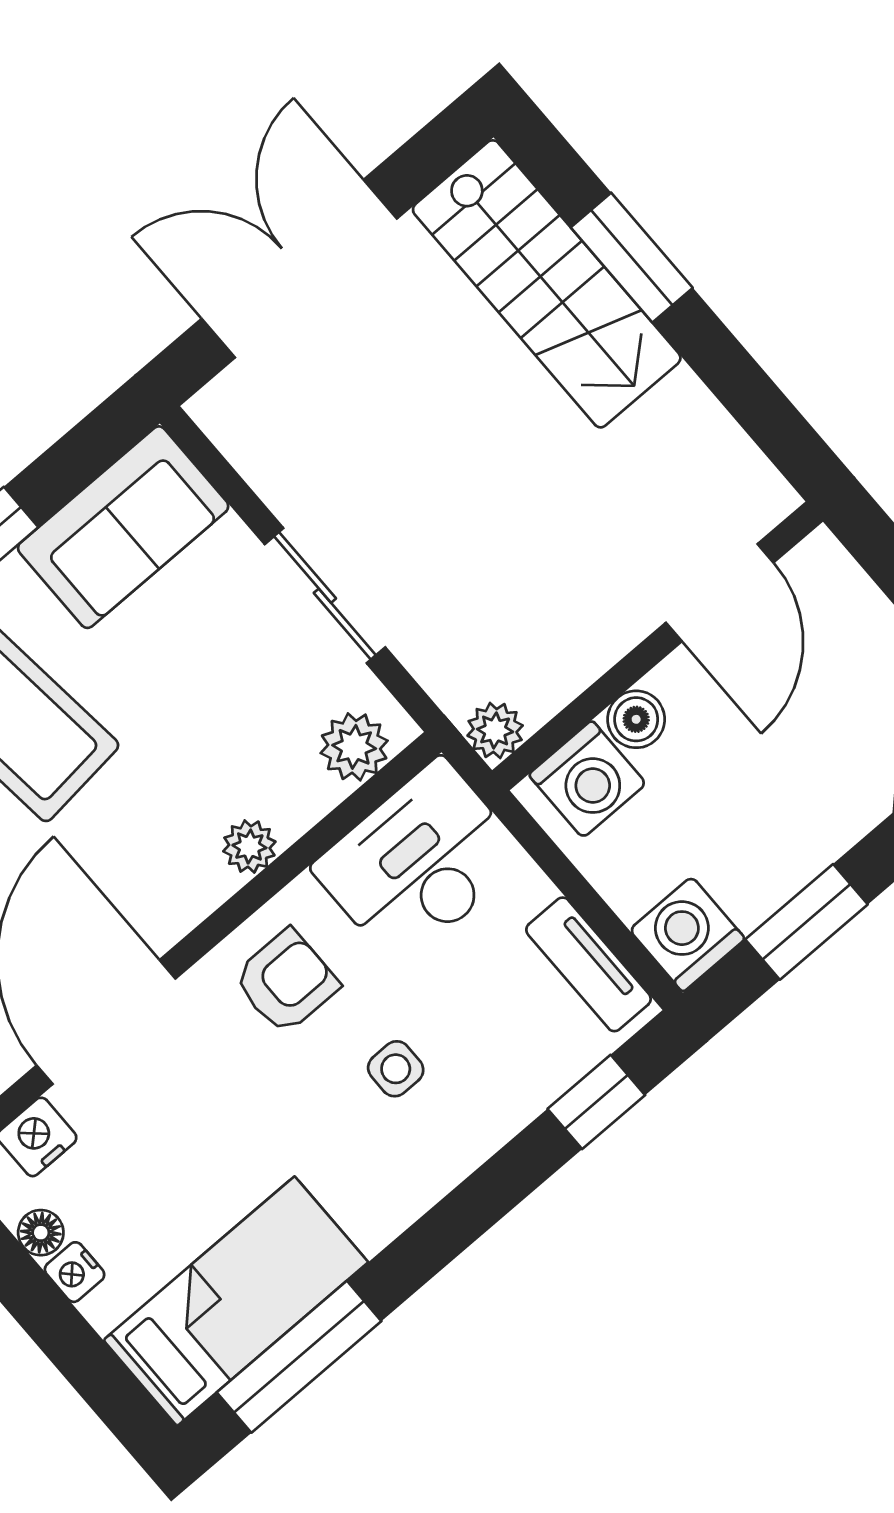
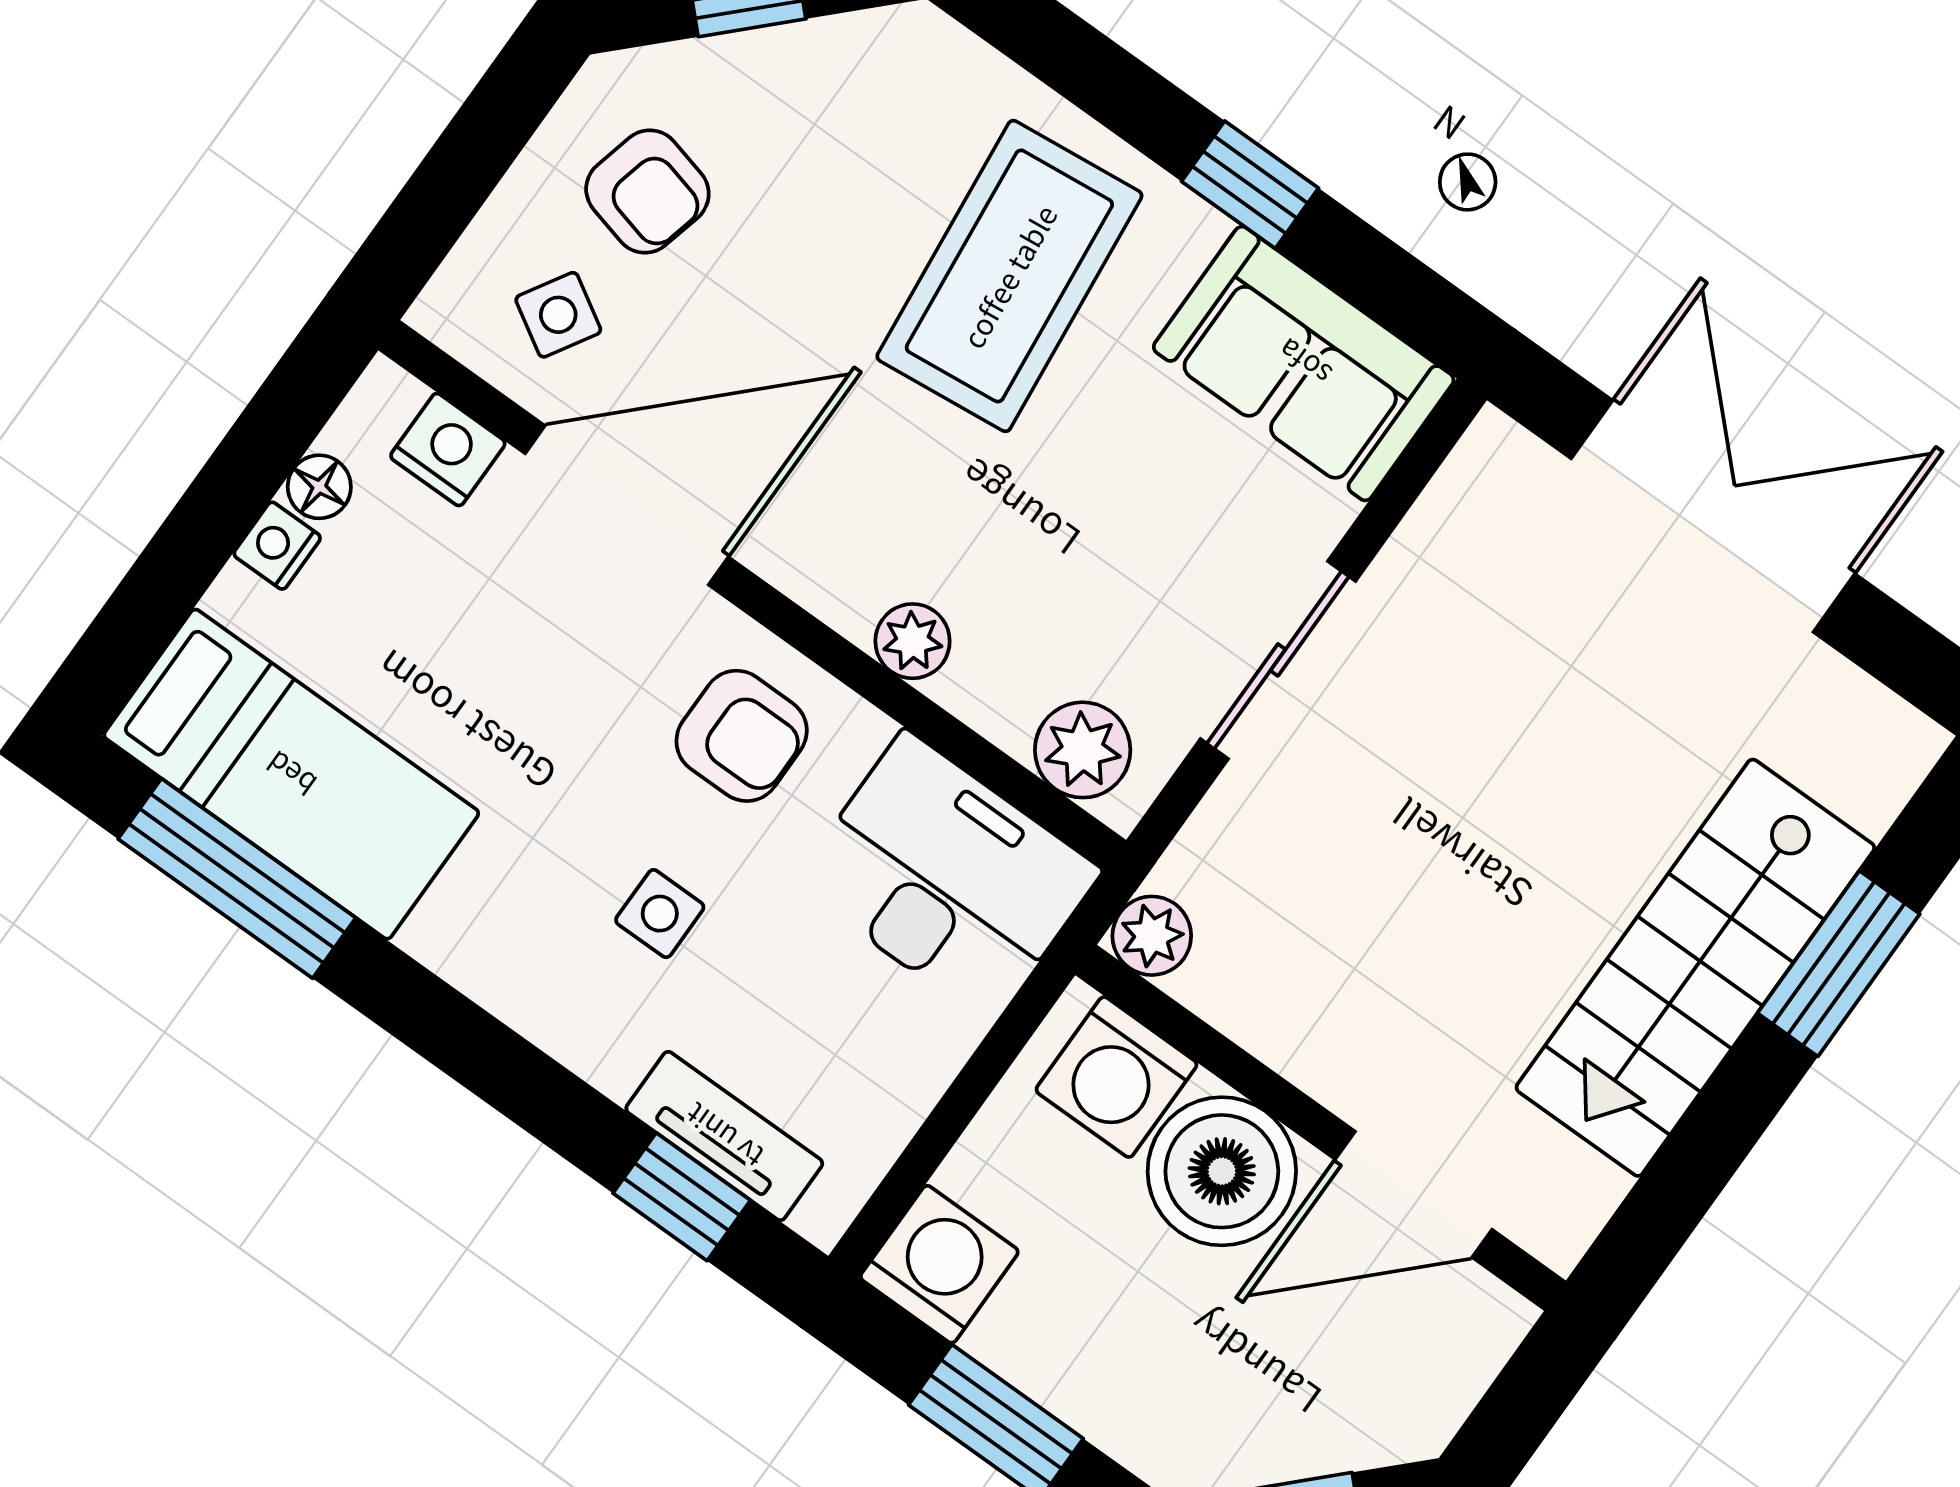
stairs: (547, 284) -> (1695, 968), moved
boiler: (636, 719) -> (1222, 1171), width x1.86, depth x1.86
tv unit: (588, 964) -> (724, 1136), moved, turned 90

